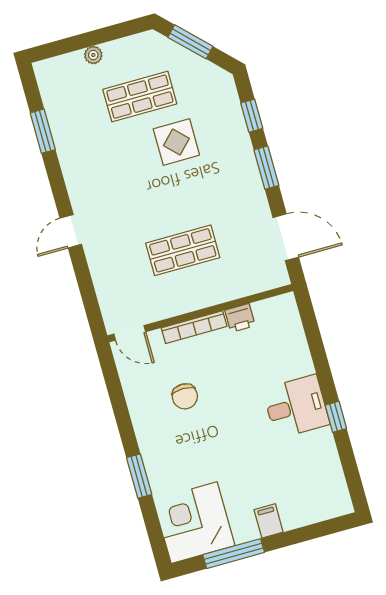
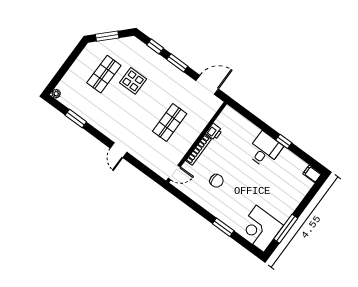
plant: (93, 55) -> (56, 94), moved
filing cabinet: (269, 521) -> (312, 174), moved

